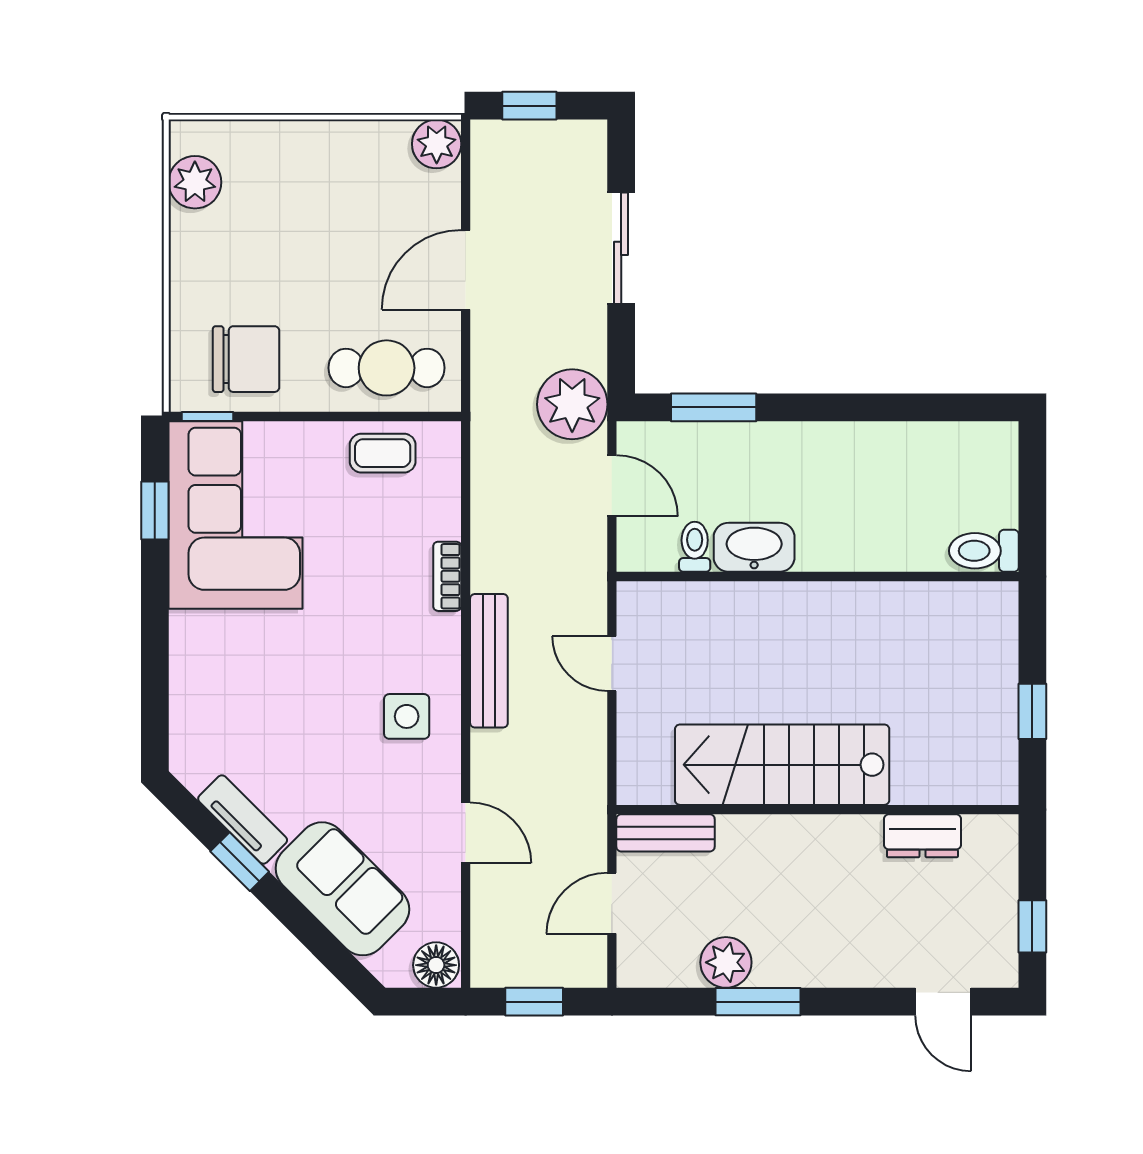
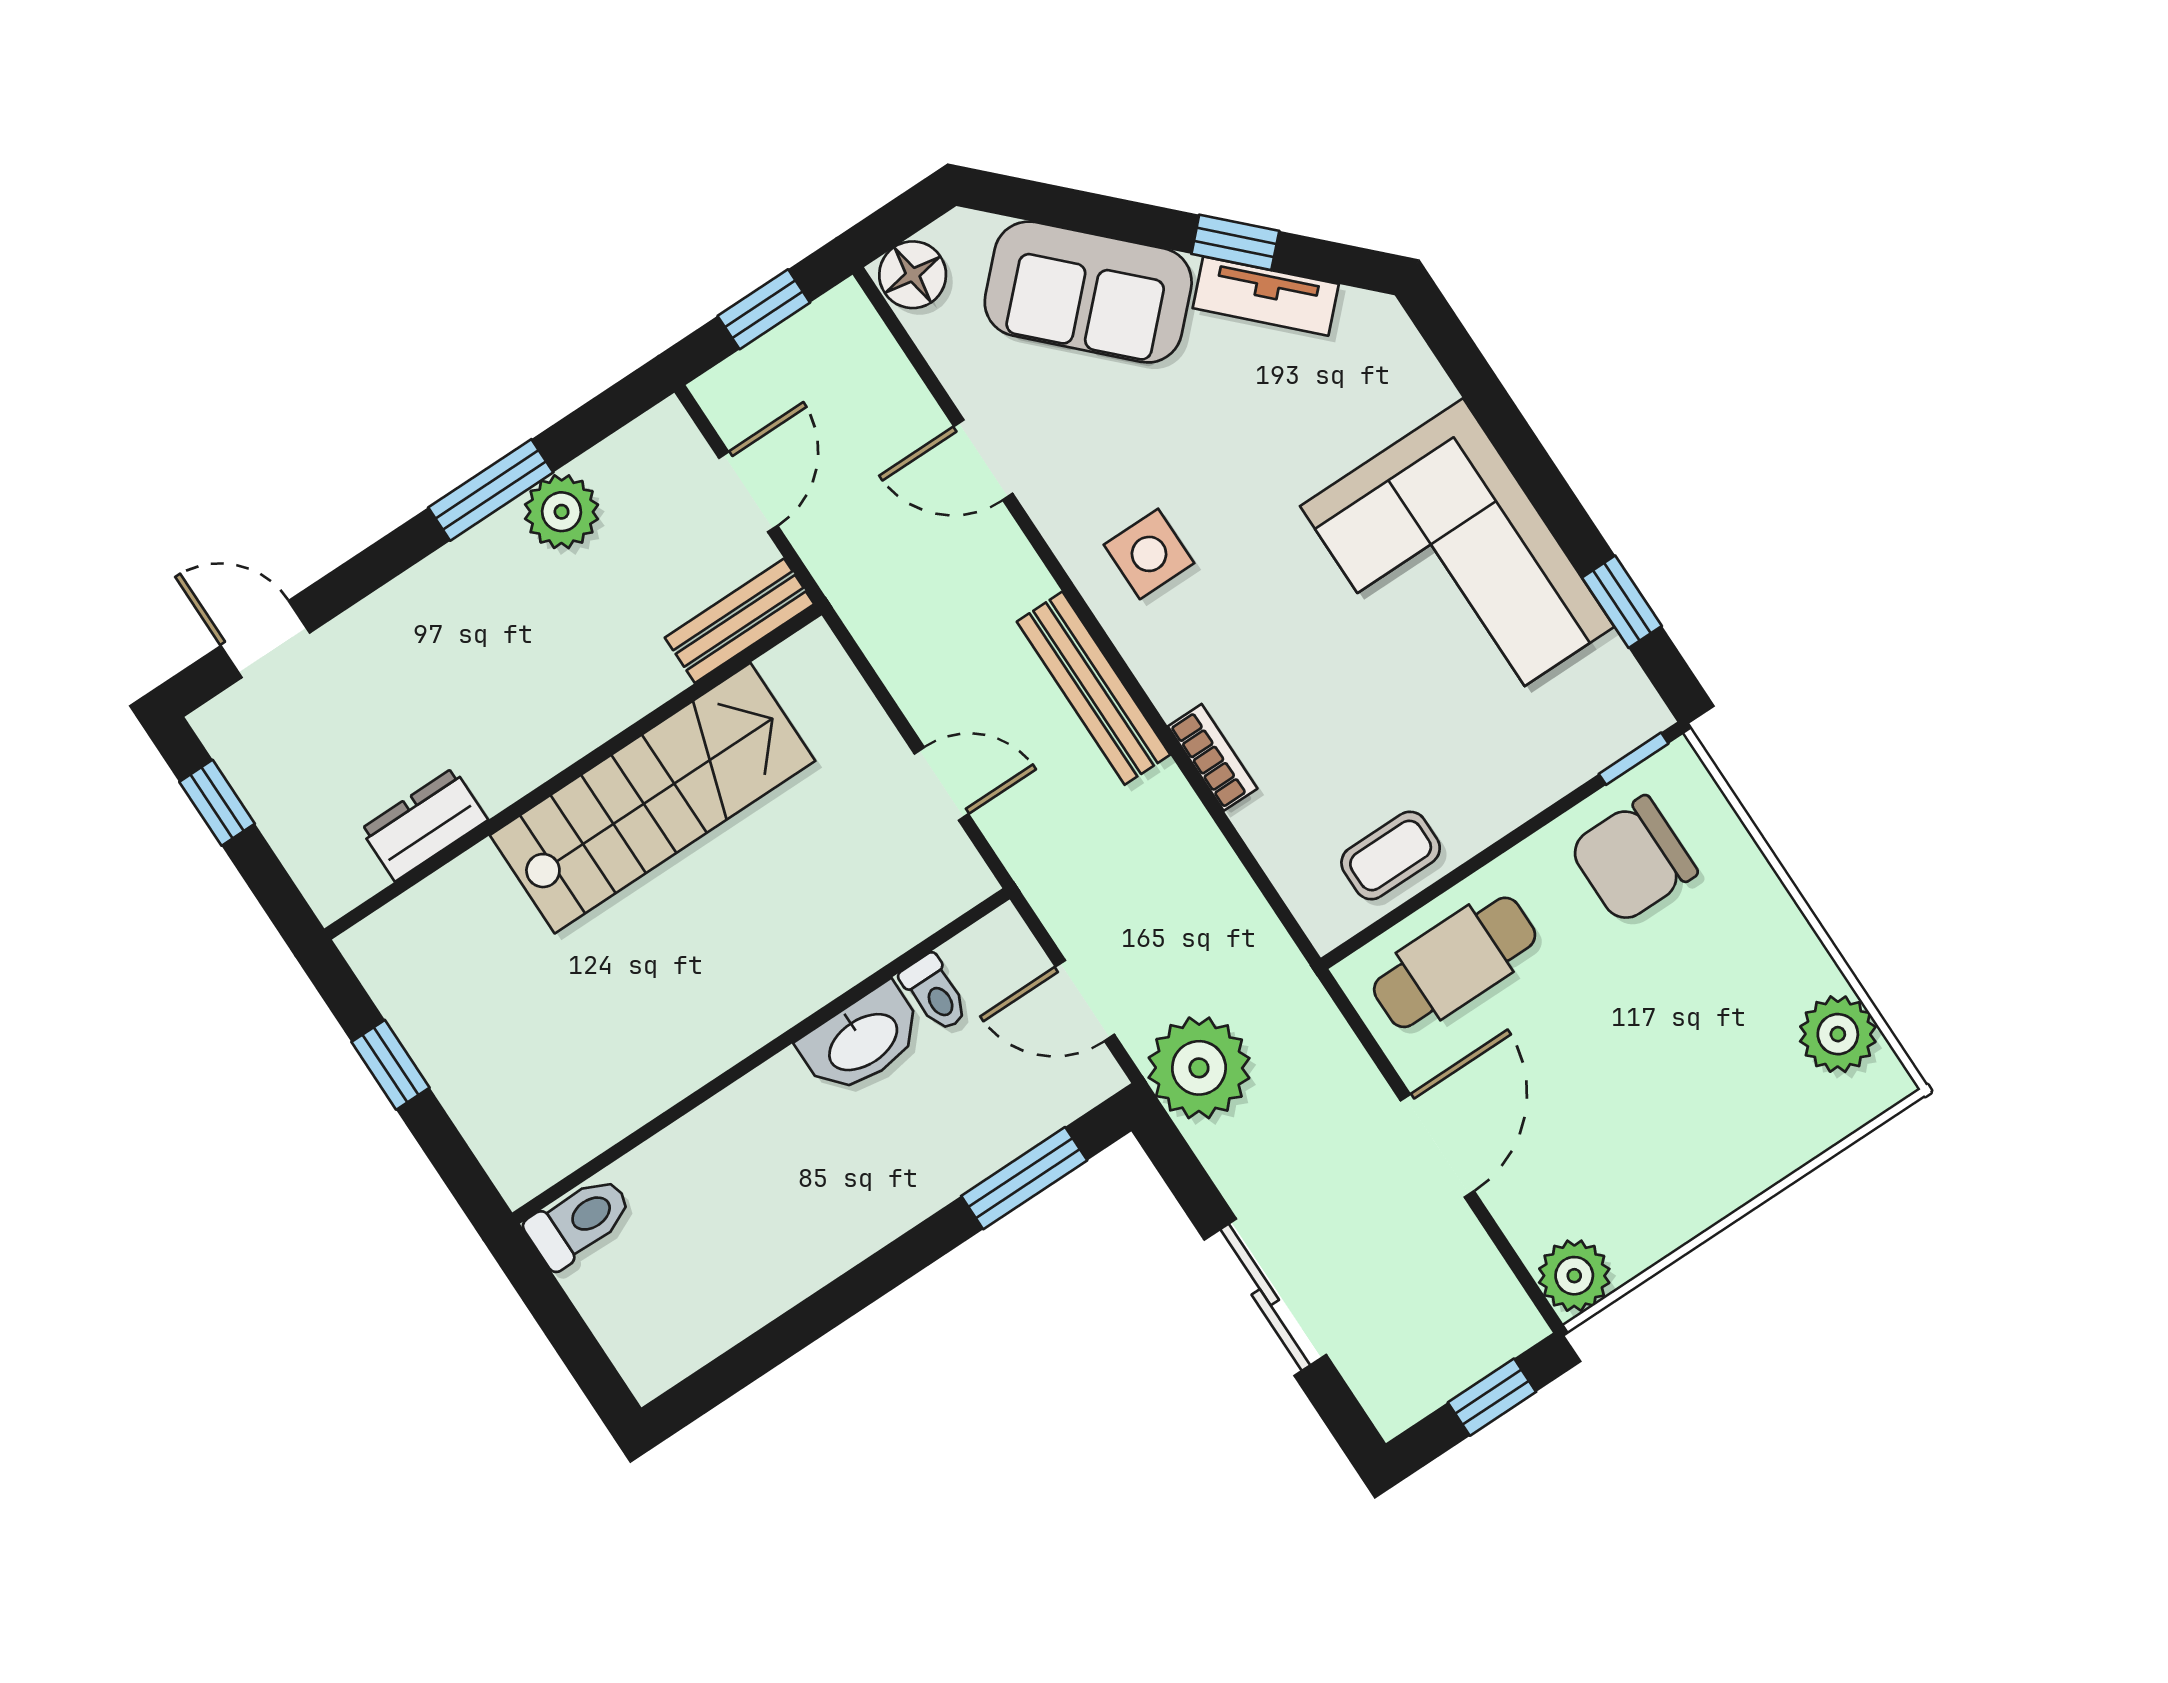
corner sofa: (236, 515) -> (1457, 566), moved

